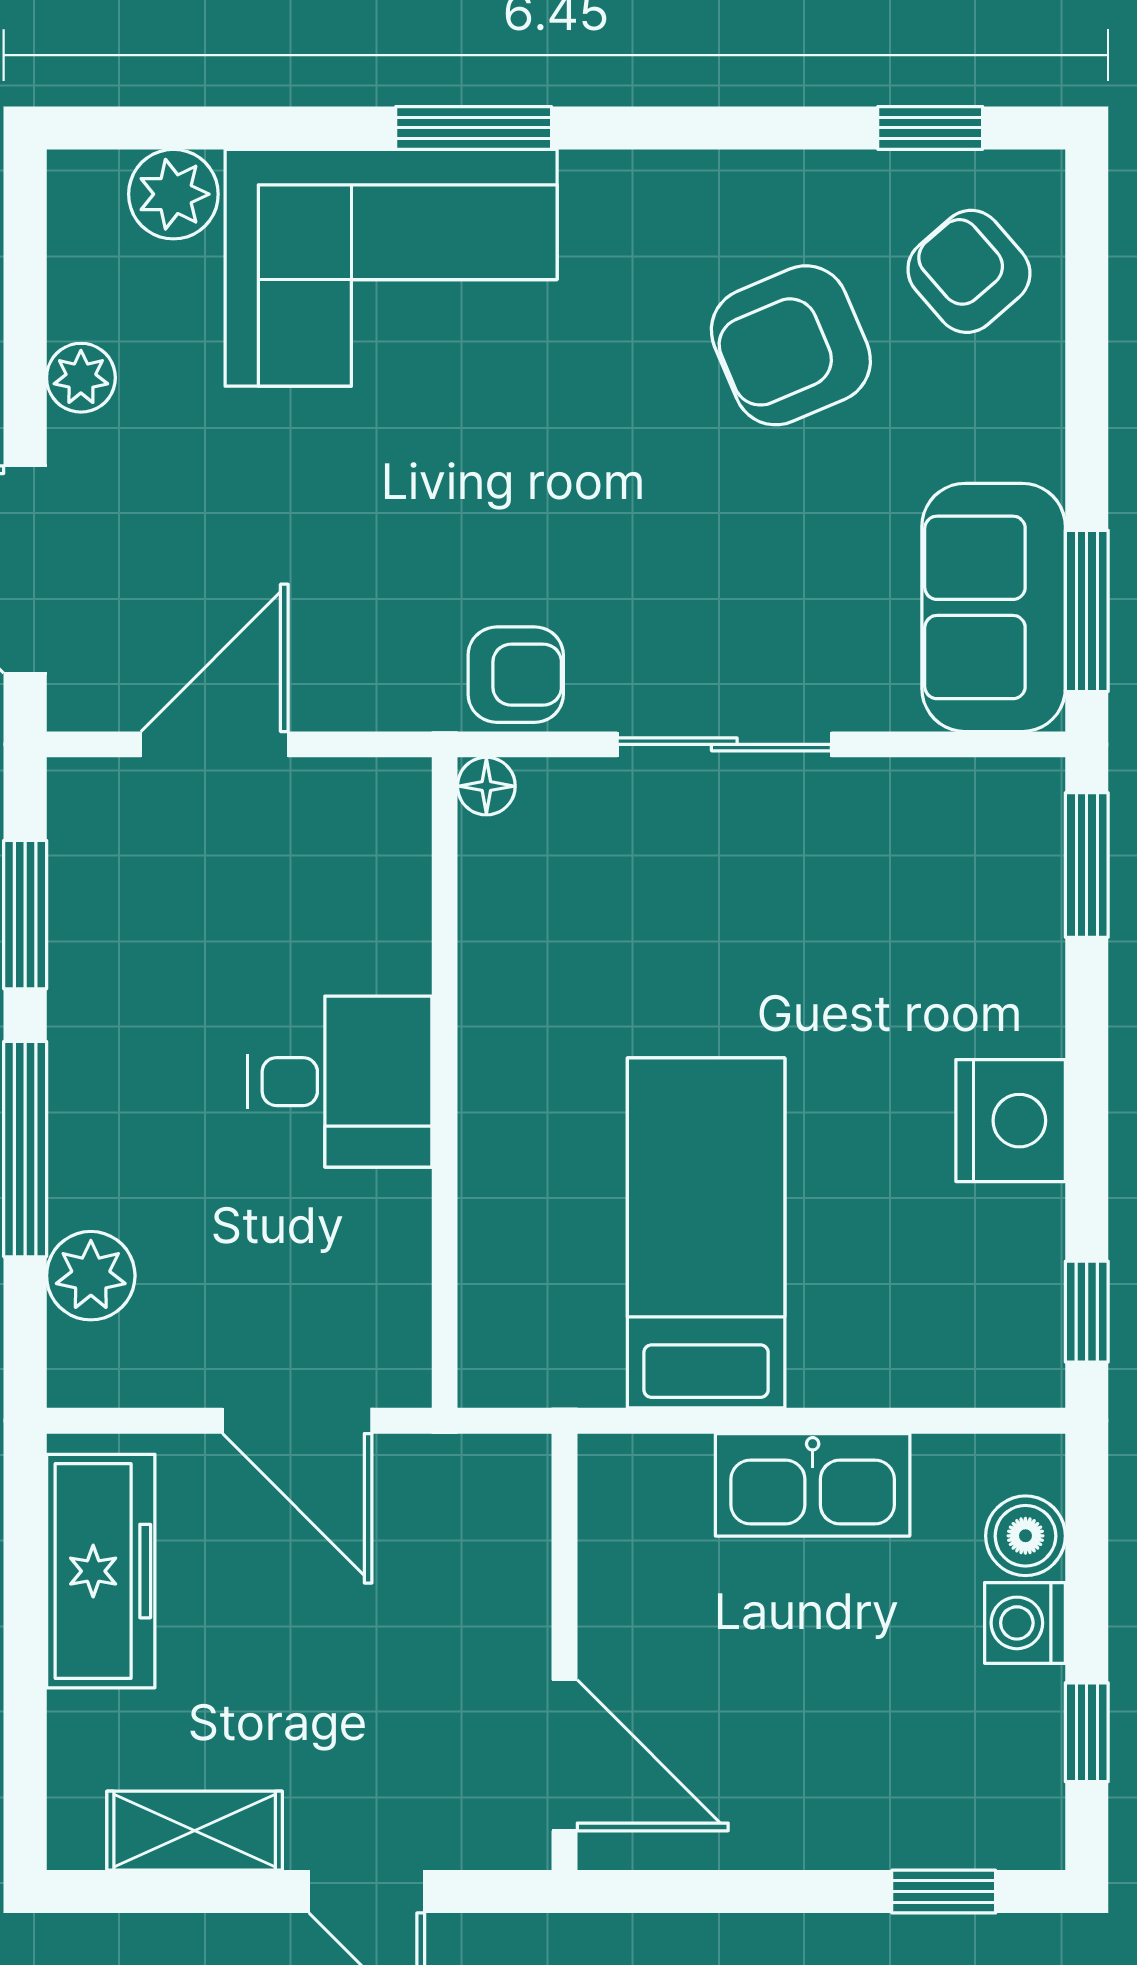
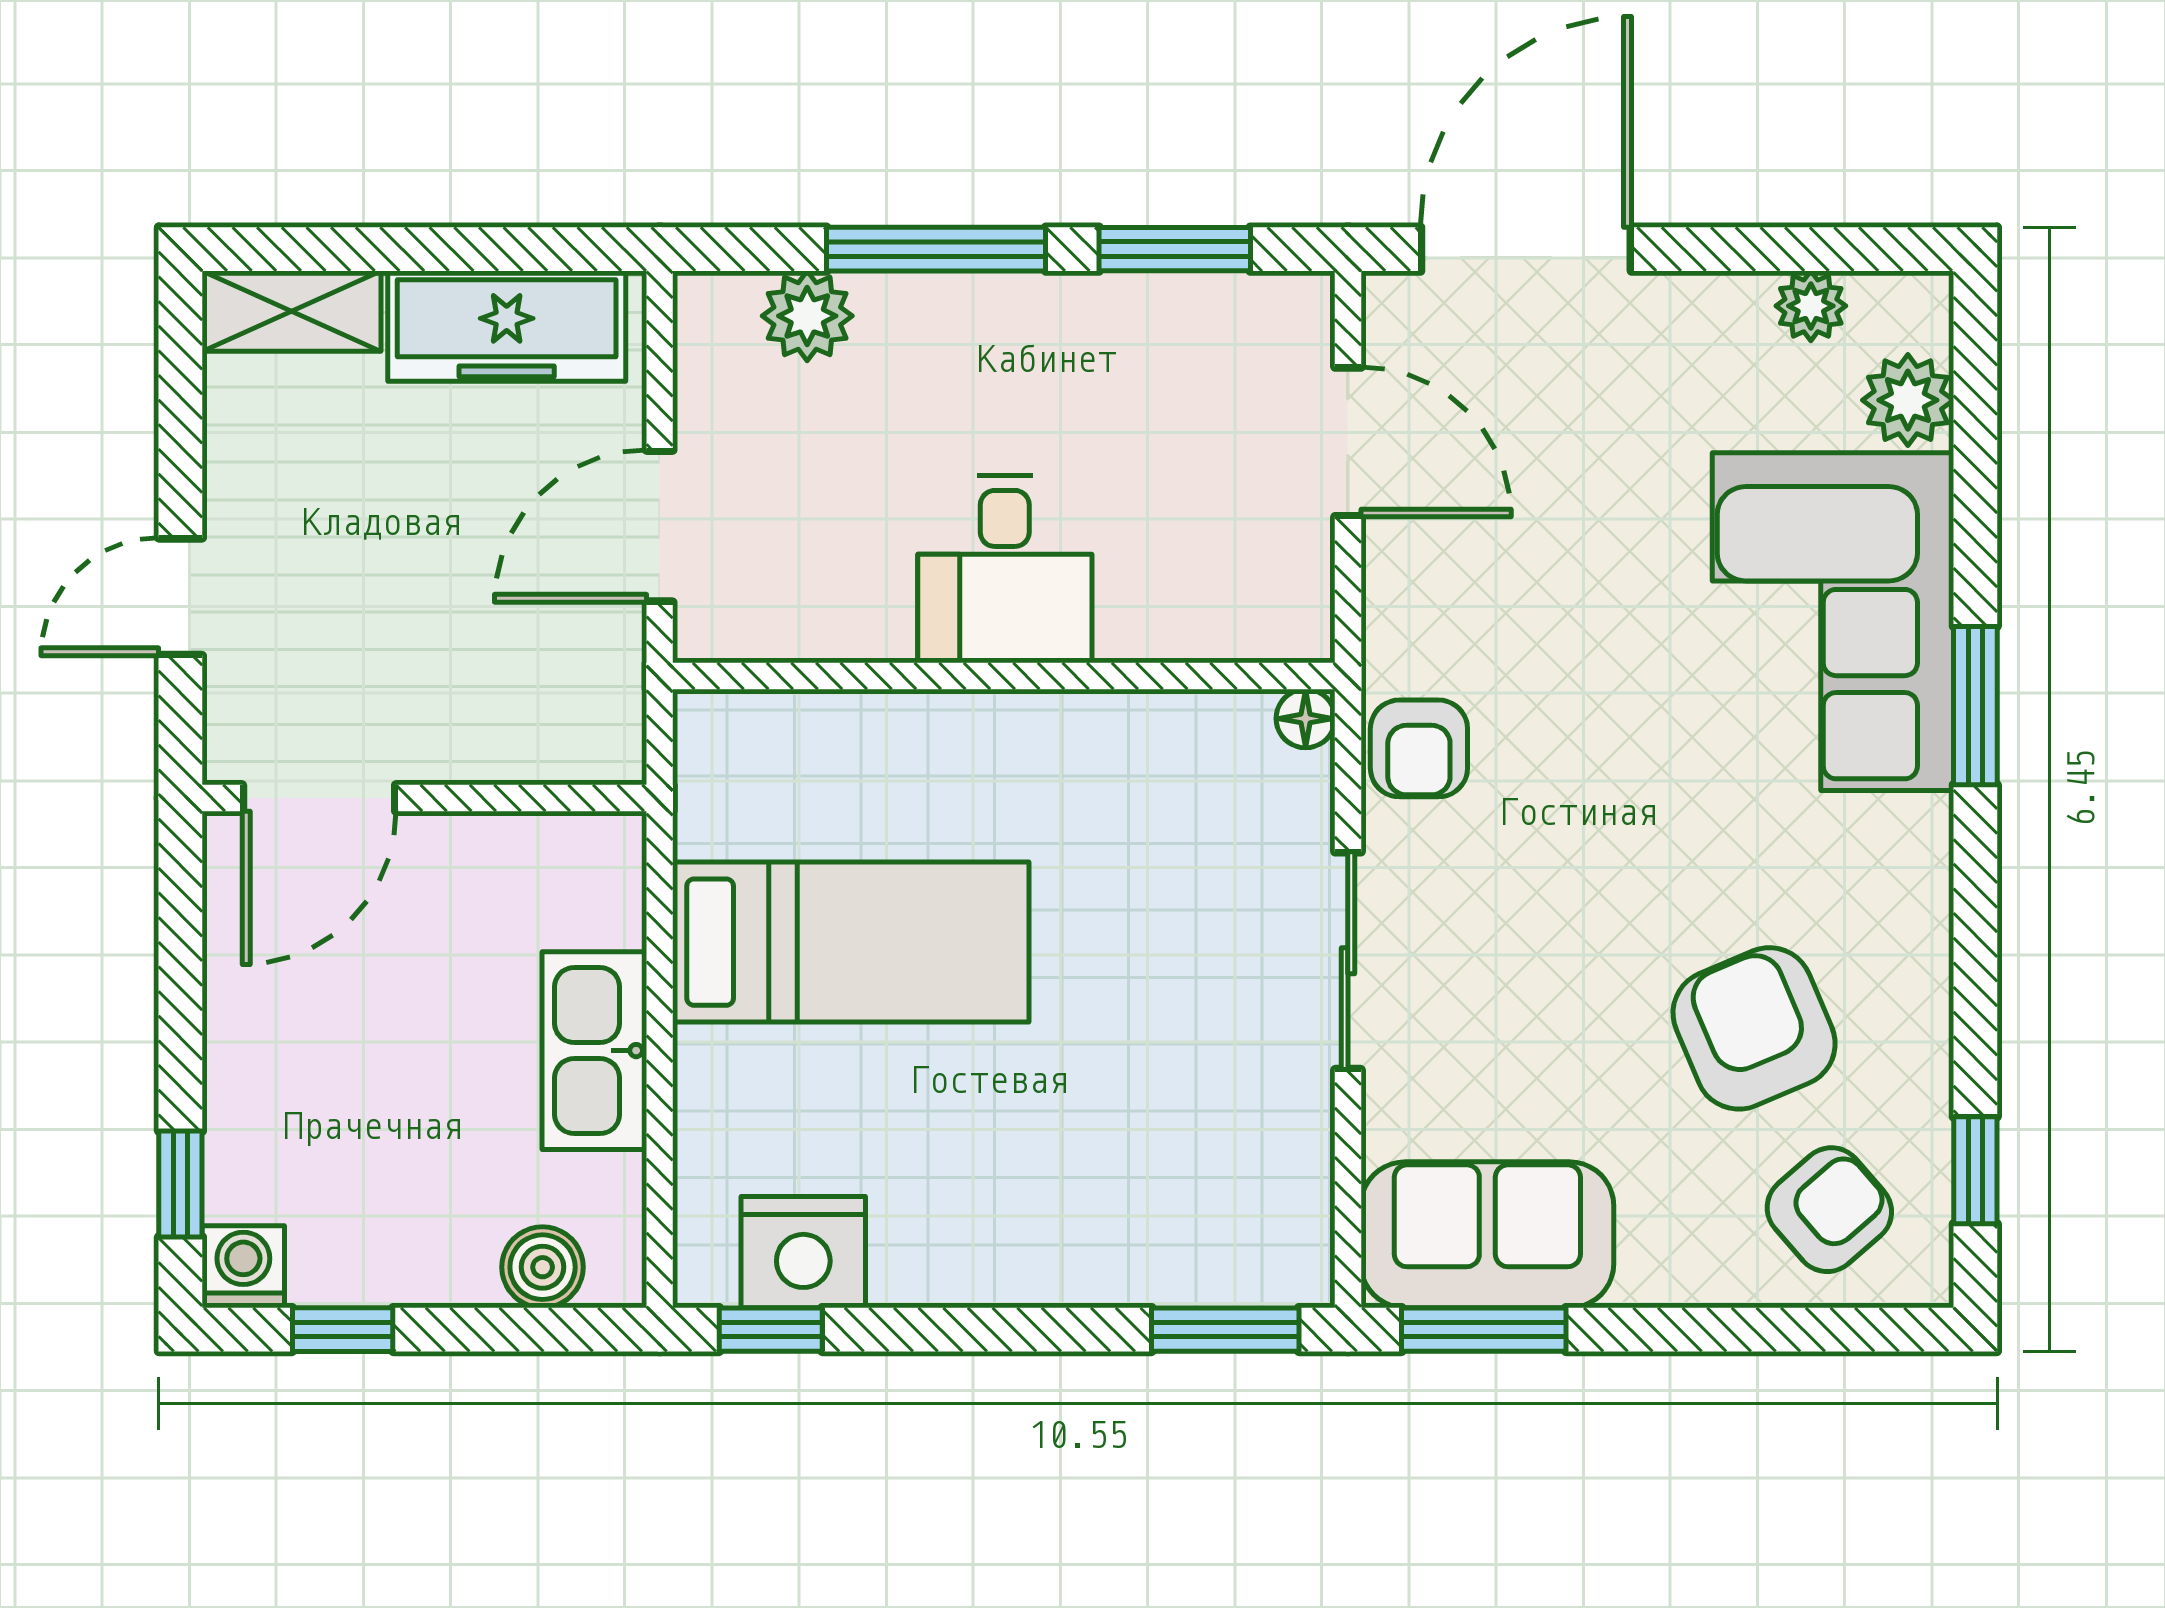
plant: (81, 378) -> (1811, 306), moved
nightstand: (1011, 1121) -> (803, 1252), moved
washing machine: (1025, 1623) -> (243, 1267), moved
shelving: (195, 1831) -> (292, 311), moved, turned 90

